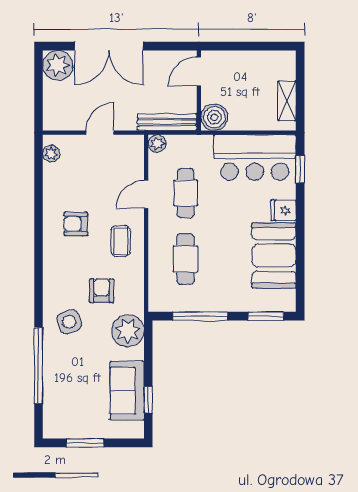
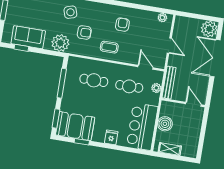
boiler: (214, 117) -> (165, 124), moved
plant: (157, 144) -> (156, 88), moved
window: (300, 169) -> (82, 142), moved
door: (146, 194) -> (146, 67), moved
booth: (274, 255) -> (75, 126), moved

